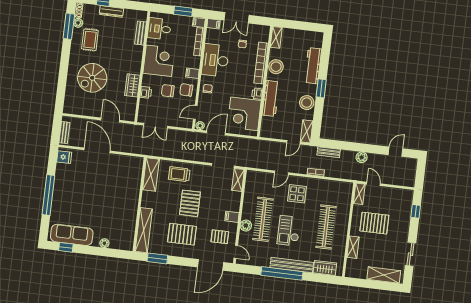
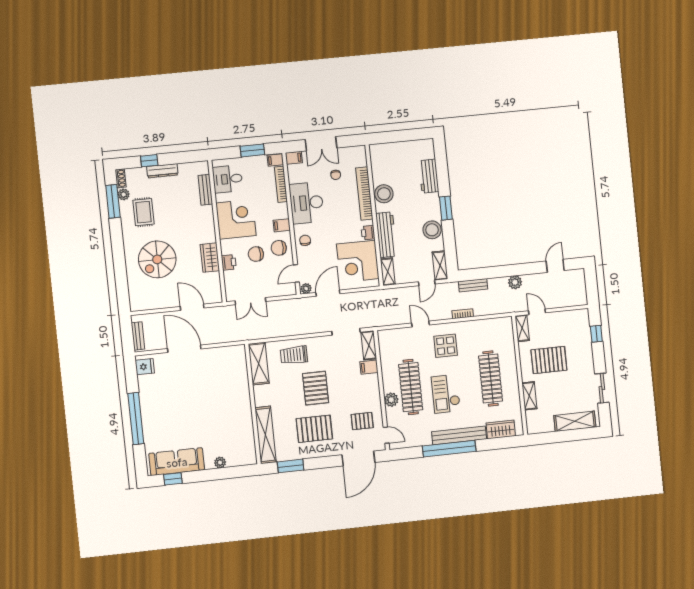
shelving: (276, 37) -> (388, 272), moved
workbench: (313, 66) -> (429, 176), width x0.73
door: (281, 173) -> (421, 324), swing flipped
filing cabinet: (232, 217) -> (369, 367), moved

